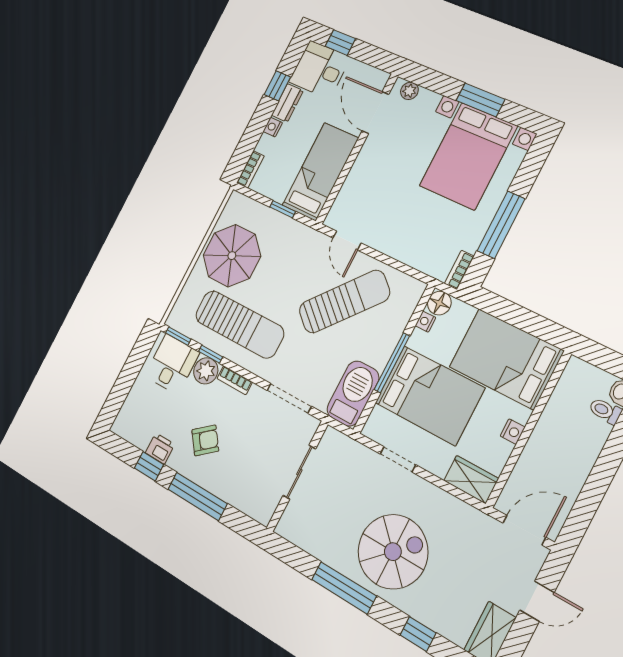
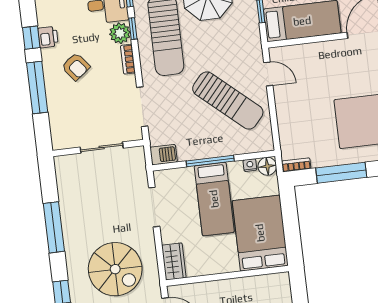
door: (347, 241) -> (268, 74), swing flipped
barbecue: (353, 393) -> (164, 155), width x0.53, depth x0.65
bed: (430, 395) -> (214, 199), width x0.67
nightstand: (513, 432) -> (219, 267), removed
doorway: (398, 459) -> (154, 207), width x1.38
spiral stairs: (393, 552) -> (115, 269), moved

